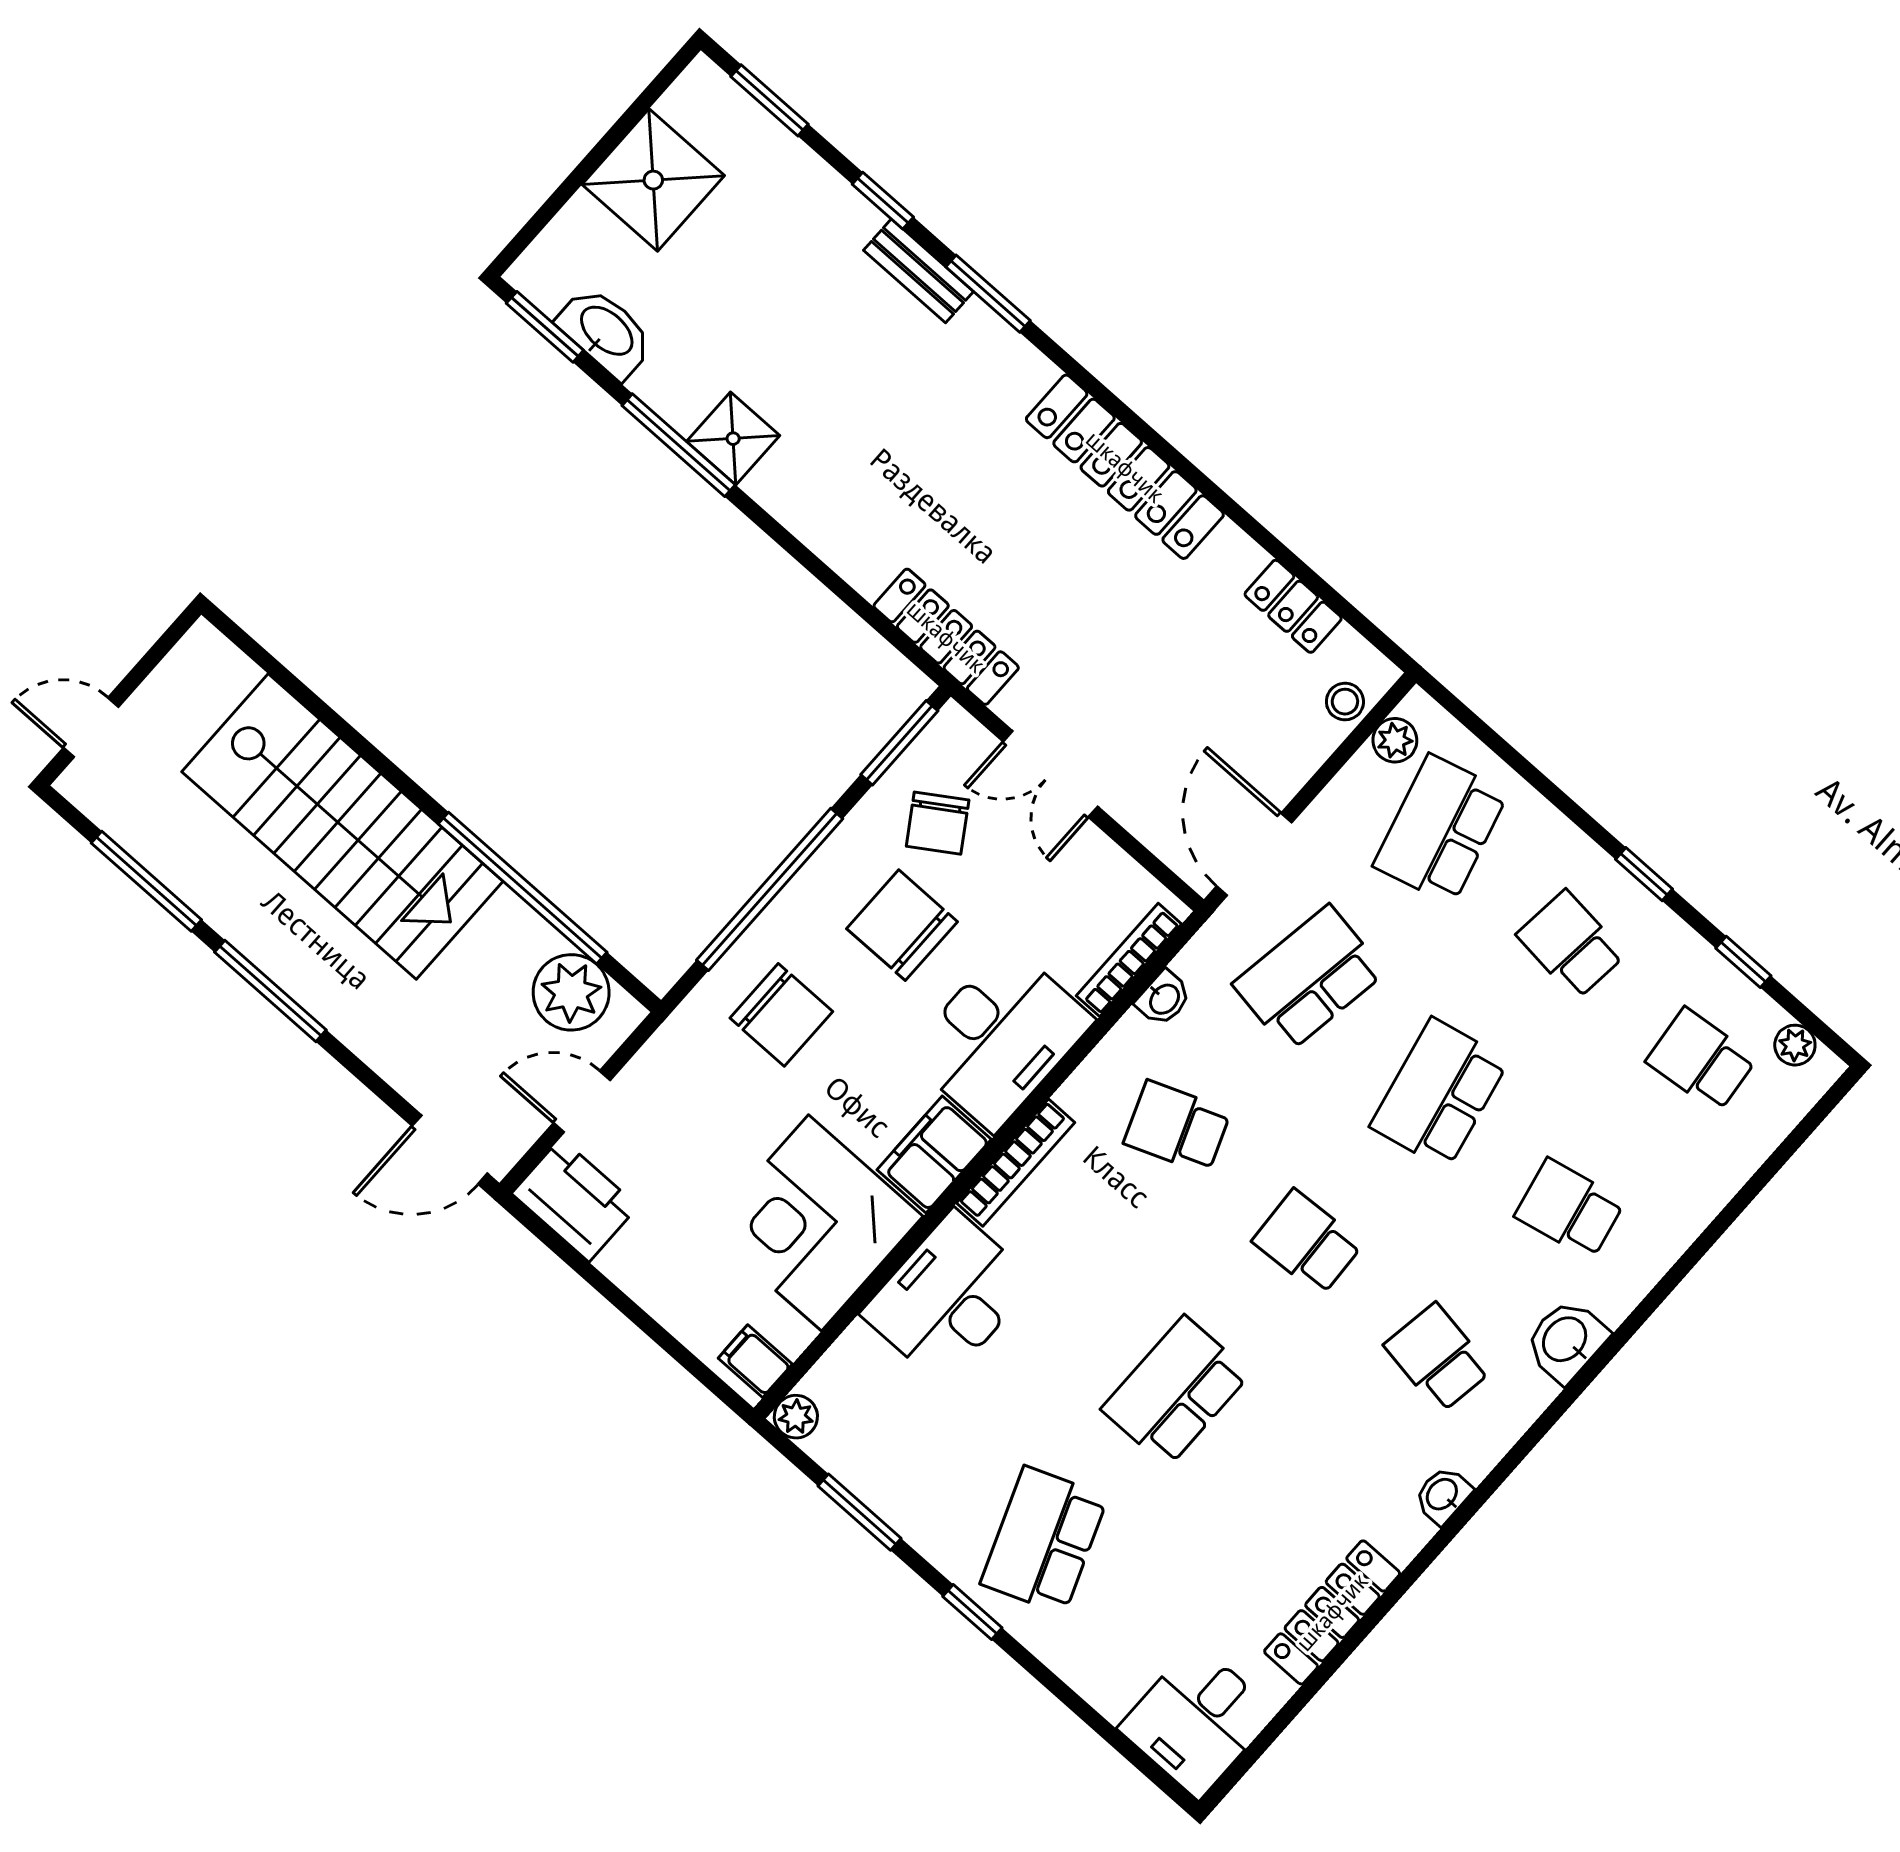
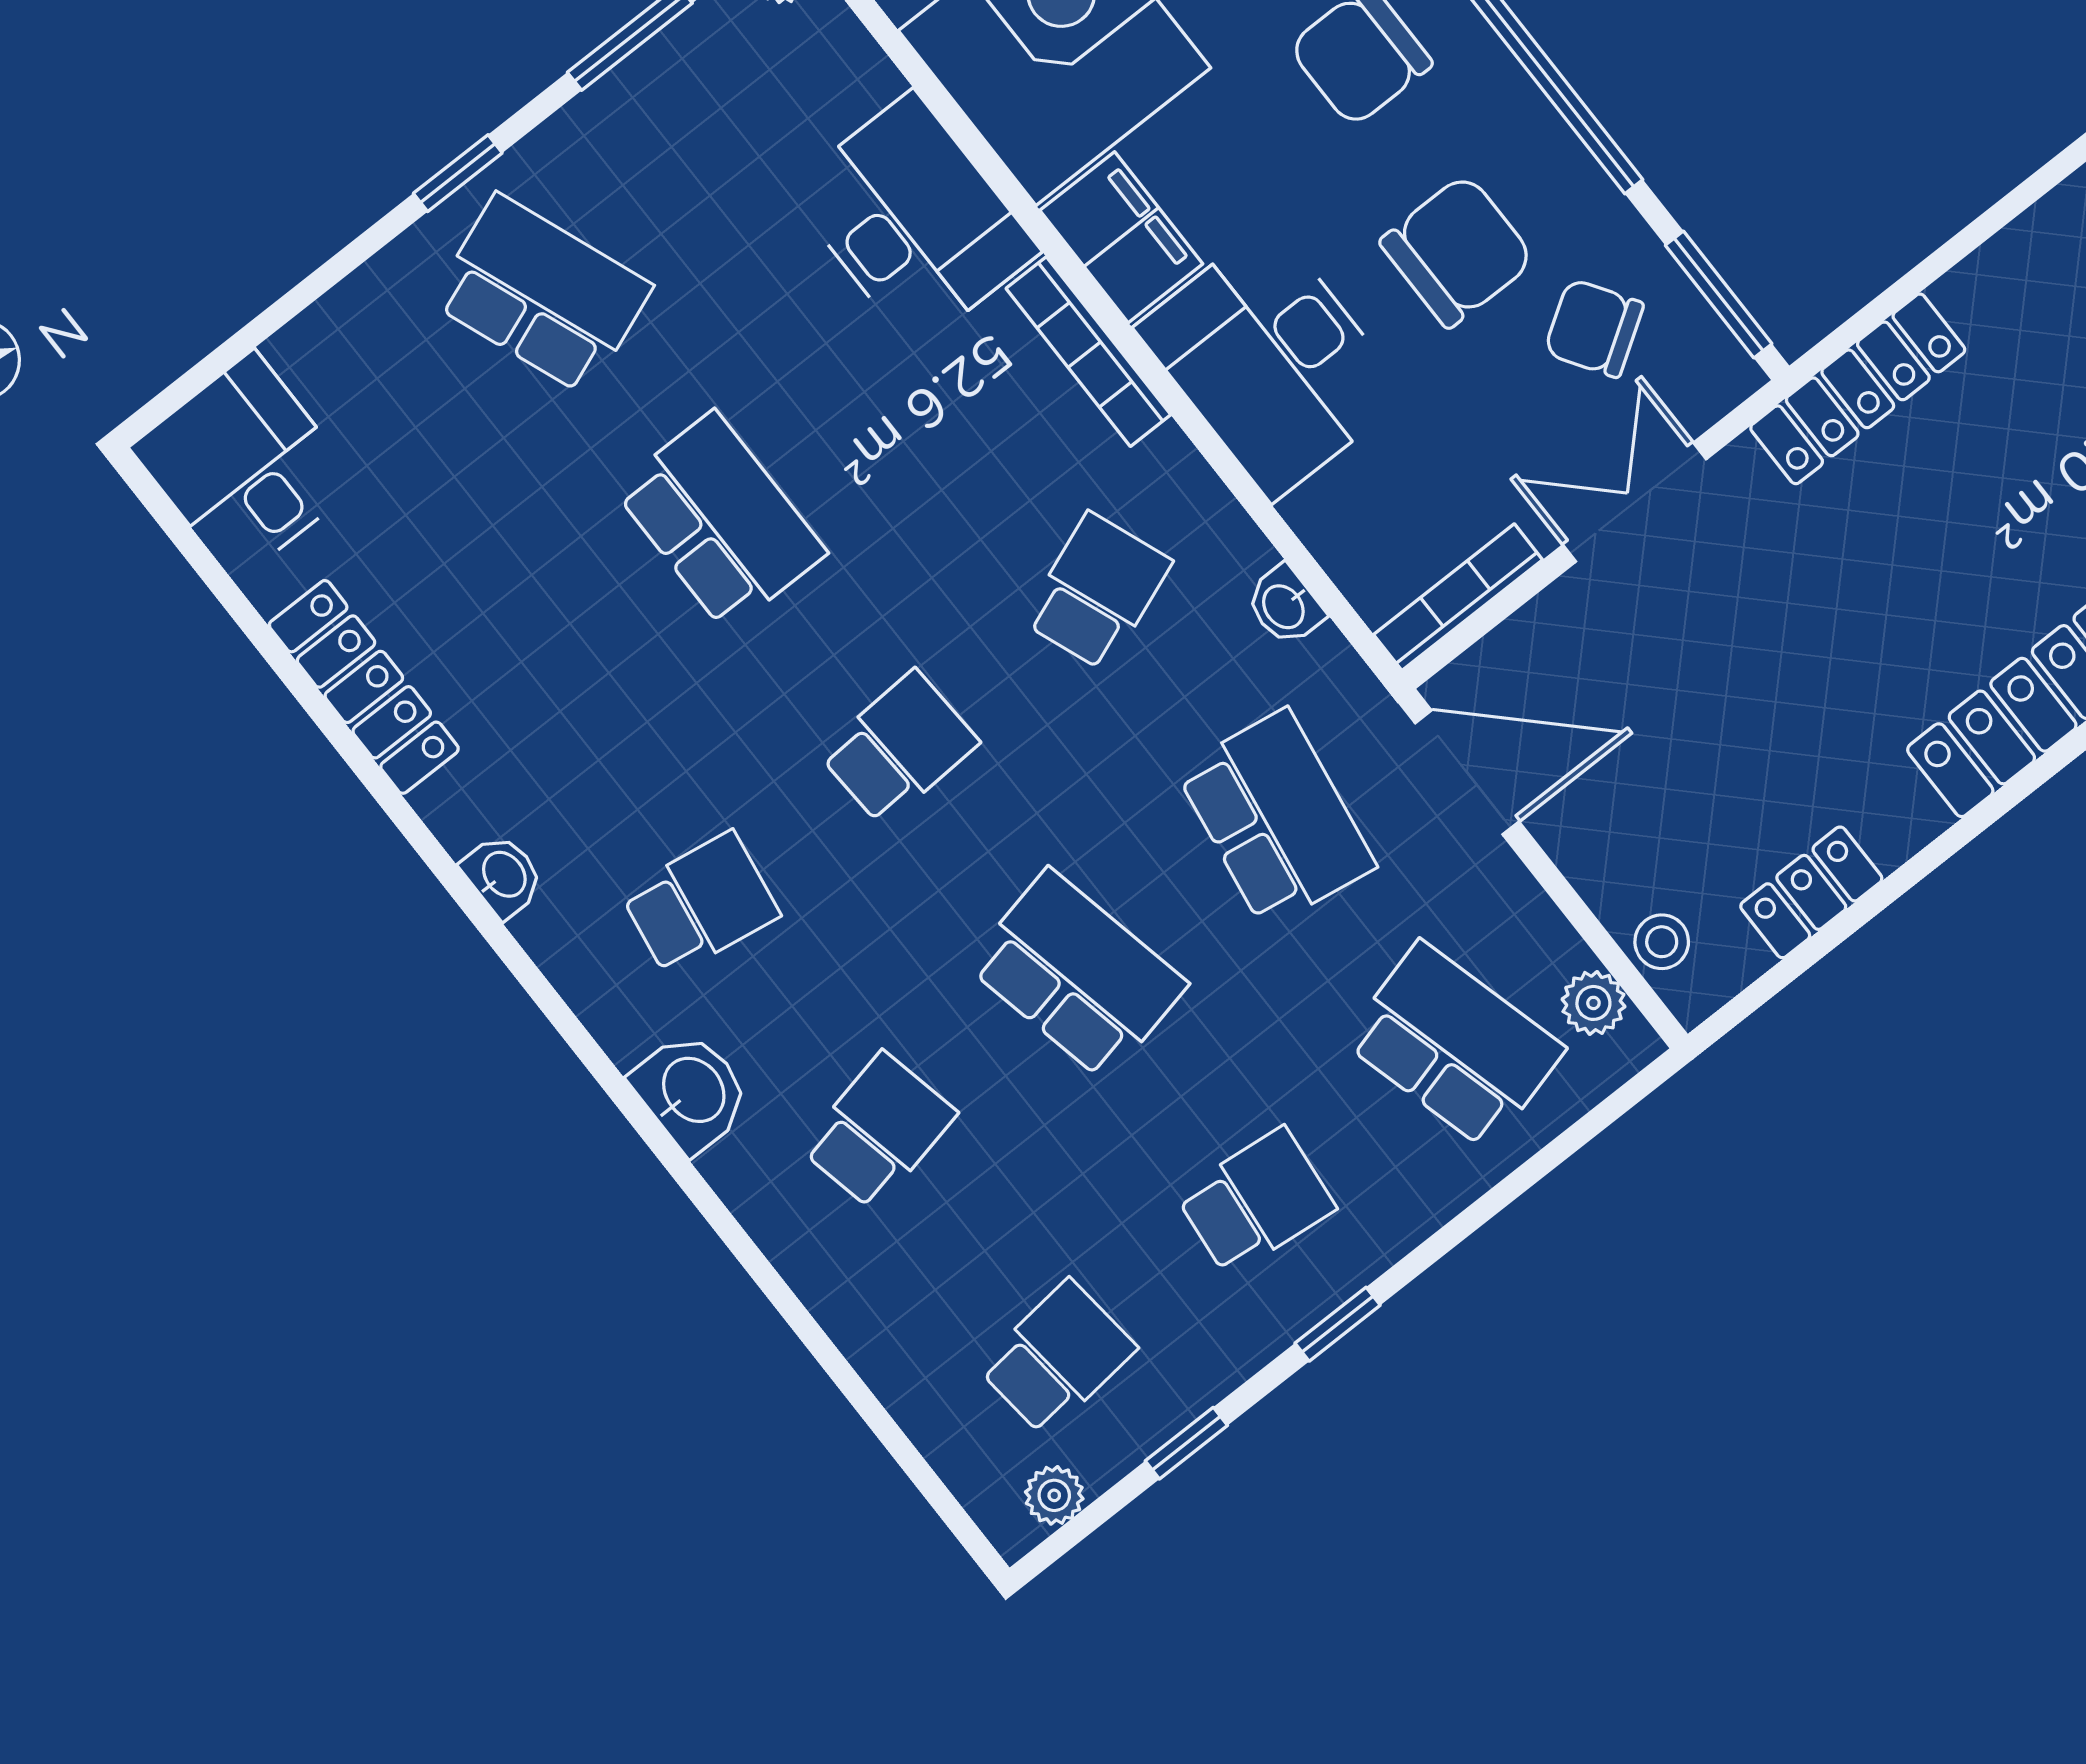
bookcase: (1129, 960) -> (1458, 597), moved, turned -90

